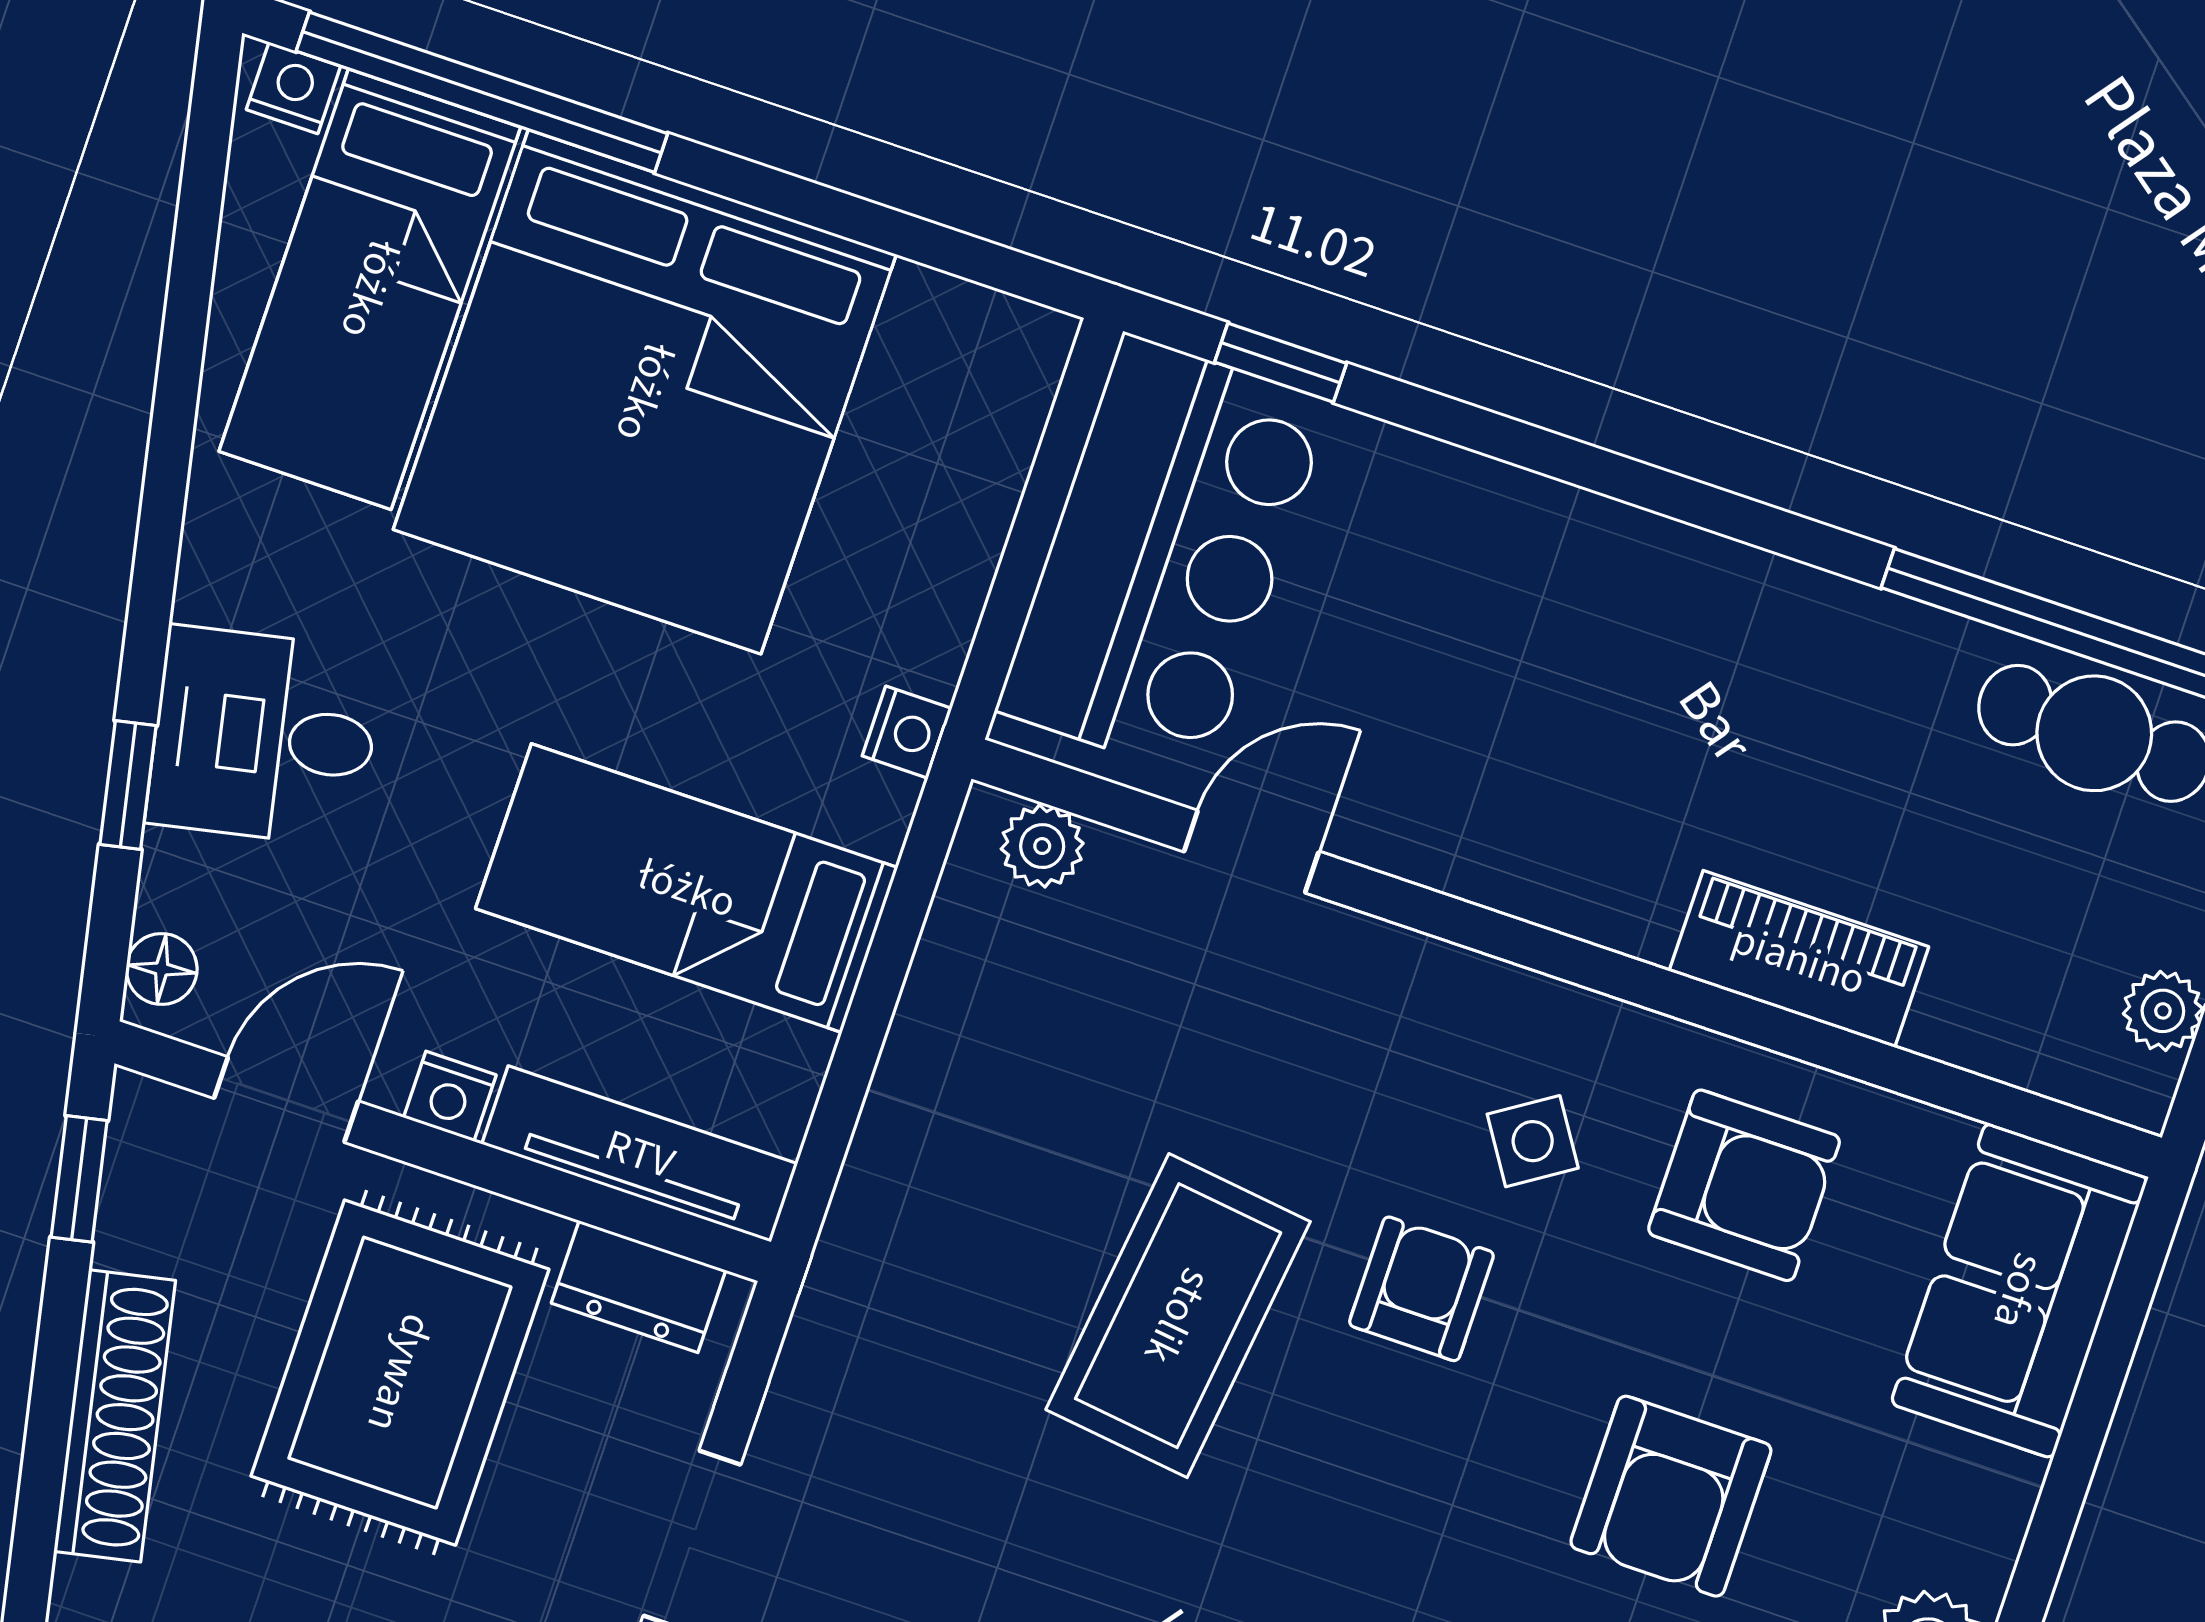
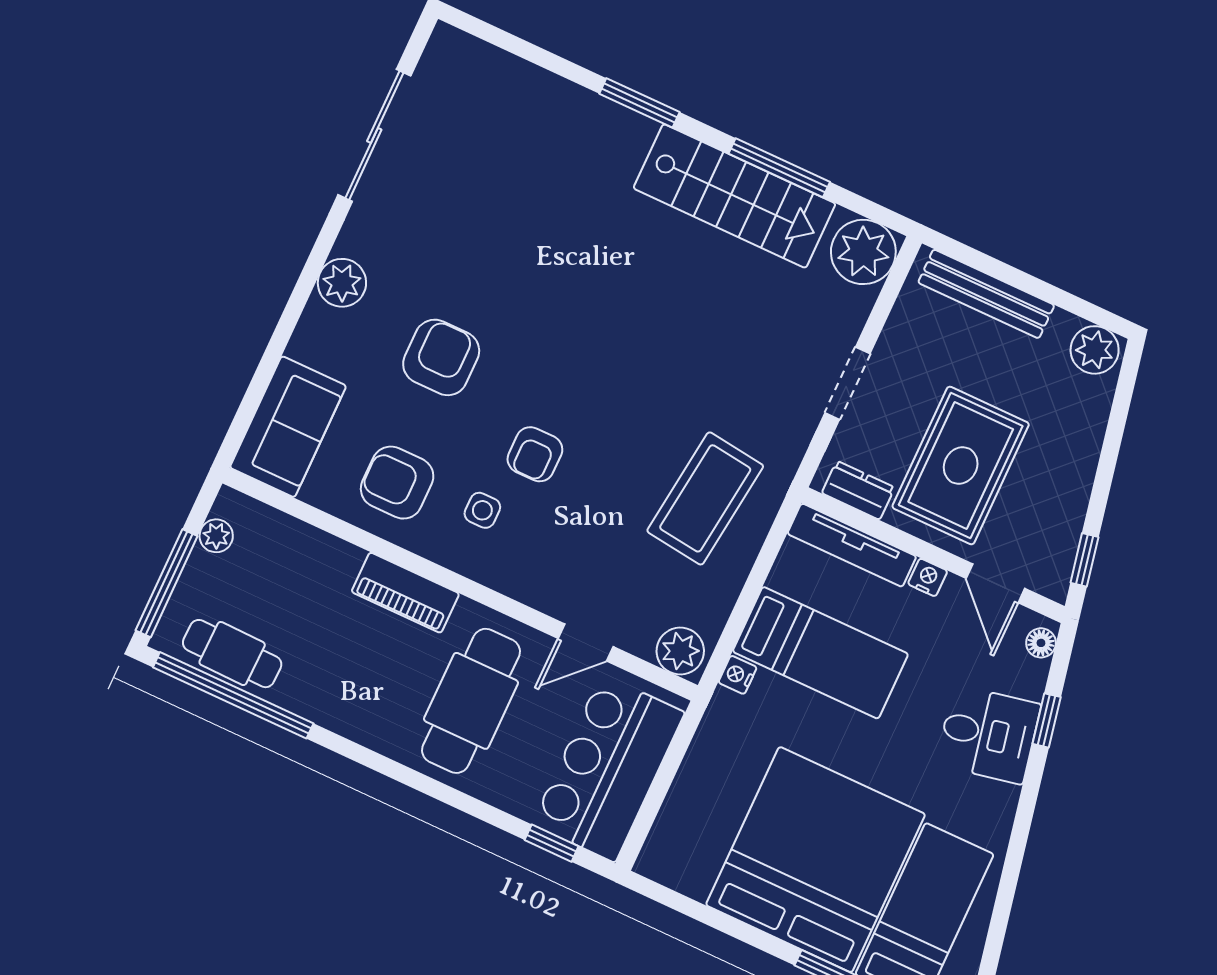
cafe table: (1510, 682) -> (471, 701), added
nightstand: (907, 732) -> (738, 675), moved
plant: (1042, 846) -> (680, 651), width x1.38, depth x1.38
piano: (1799, 959) -> (405, 593), moved
door: (286, 1100) -> (995, 583), hinge flipped
side table: (1533, 1141) -> (482, 510), turned 33
coffee table: (1178, 1316) -> (705, 498), moved
shoe rack: (115, 1416) -> (1080, 460), removed

